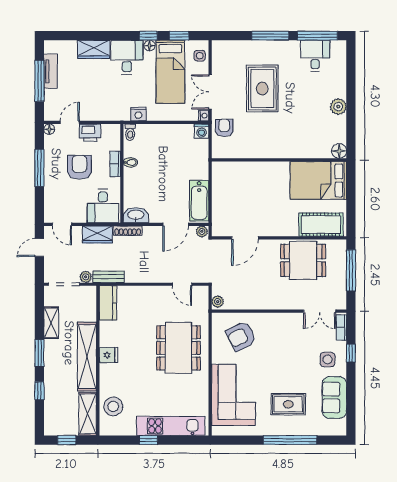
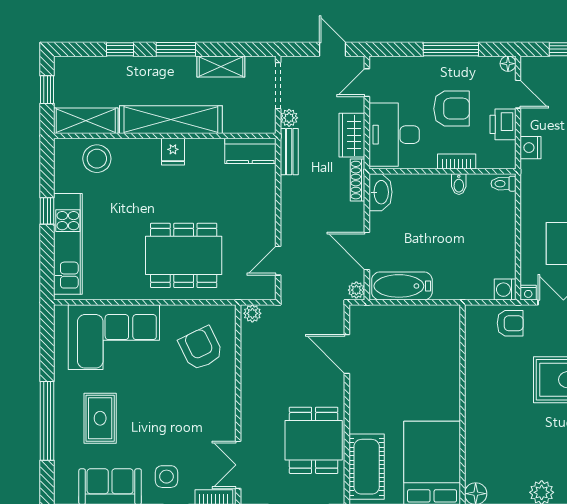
nightstand: (138, 114) -> (531, 148), moved
desk: (103, 206) -> (394, 135), width x1.37

